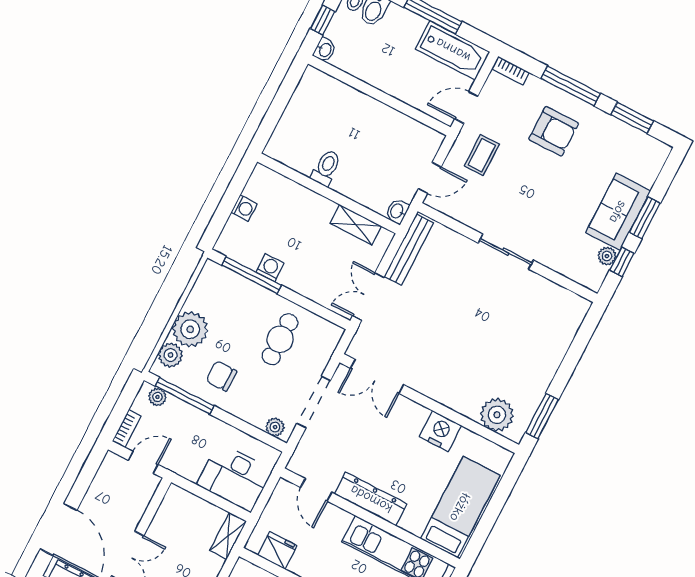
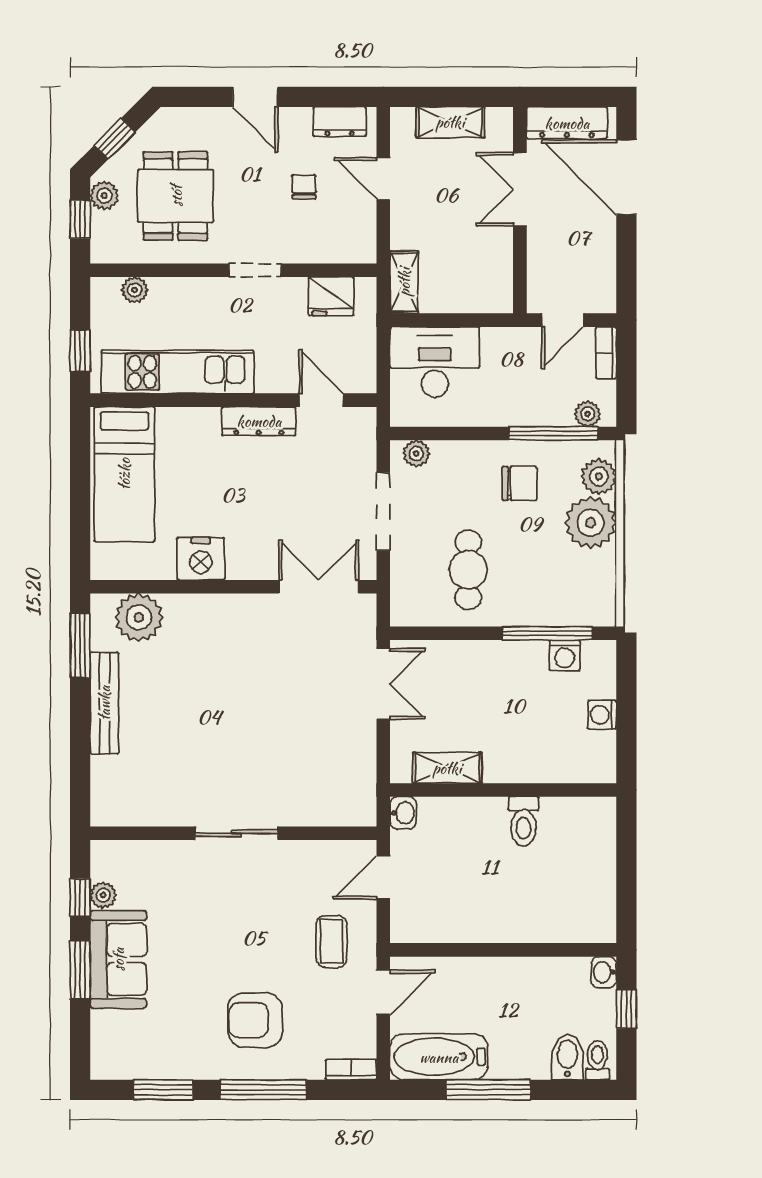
bench: (409, 250) -> (104, 703), moved
washing machine: (270, 268) -> (565, 655), moved
dresser: (371, 499) -> (259, 421), width x0.73, depth x0.80

